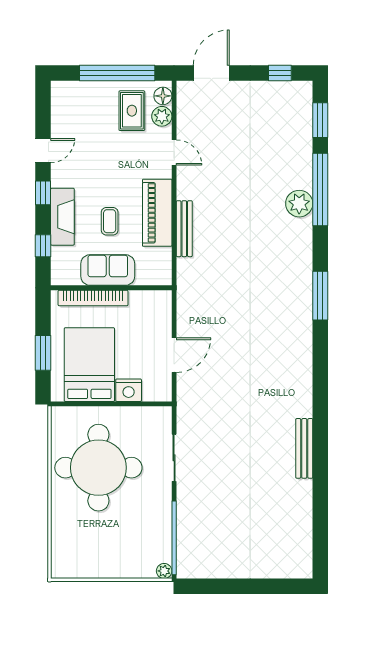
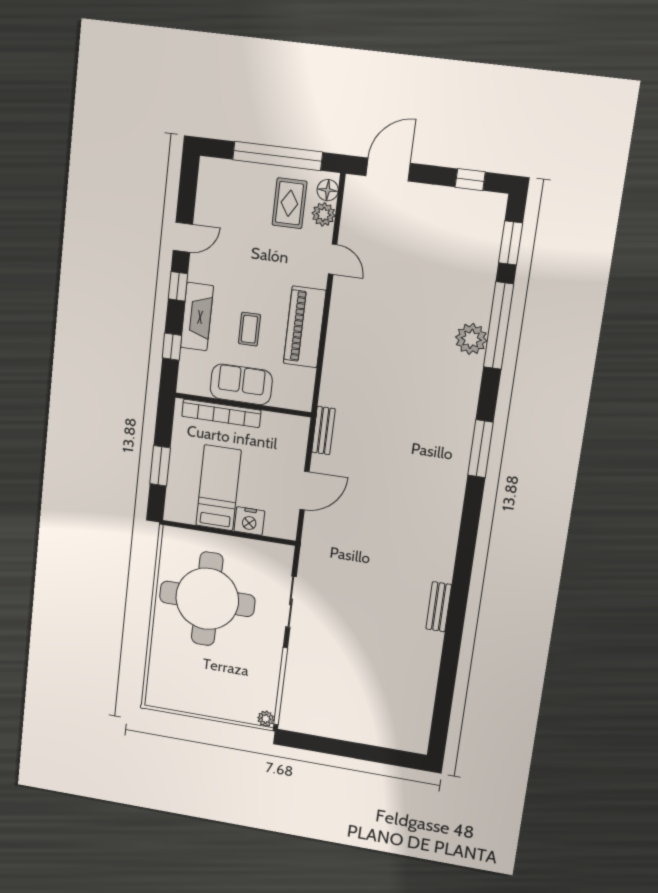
bench: (184, 229) -> (323, 430), moved, width x0.73
bed: (89, 365) -> (218, 488), width x0.67
bench: (304, 448) -> (439, 607), width x0.73

